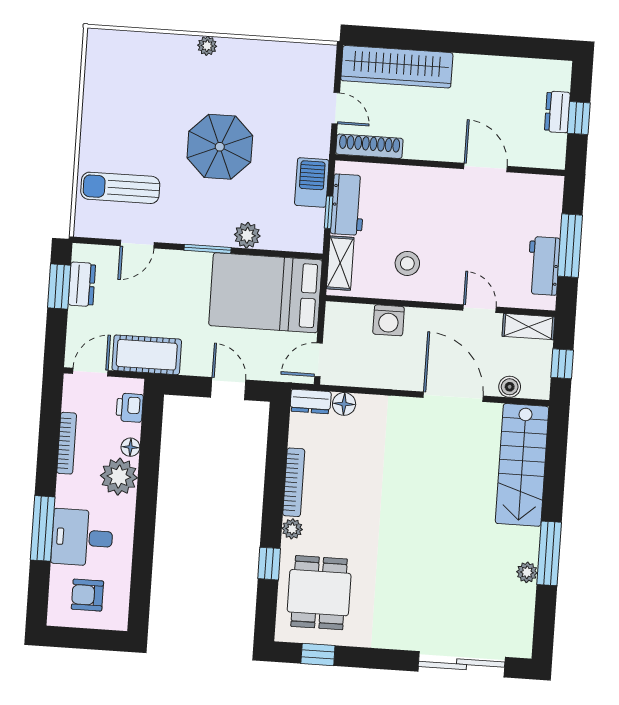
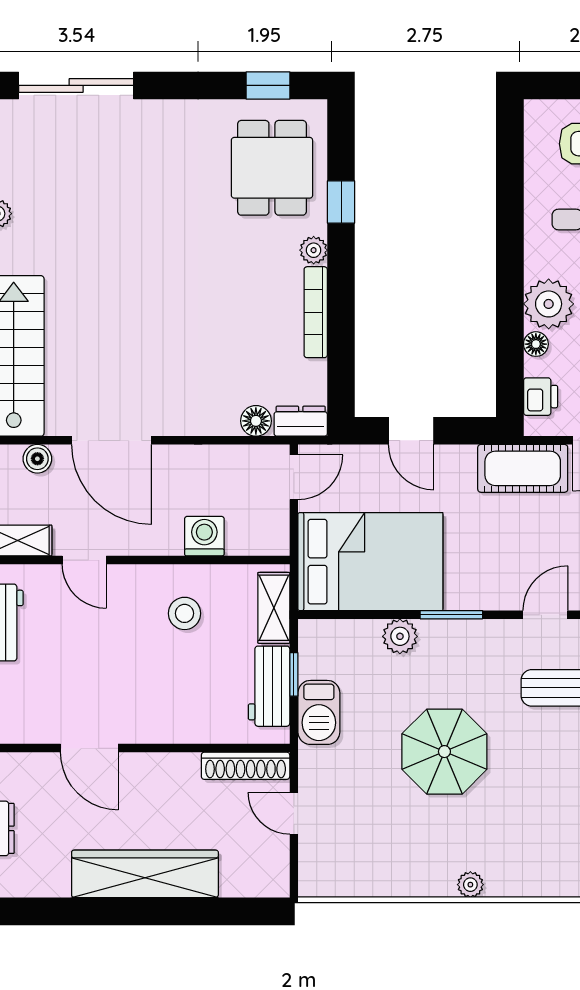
wardrobe: (397, 67) -> (145, 874), moved

